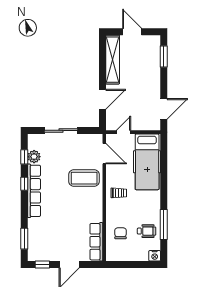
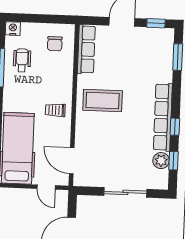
door: (124, 132) -> (46, 187), hinge flipped
coffee table: (84, 178) -> (103, 101), moved
wheelchair: (147, 231) -> (22, 60), turned 90
chair: (120, 233) -> (55, 44), moved

